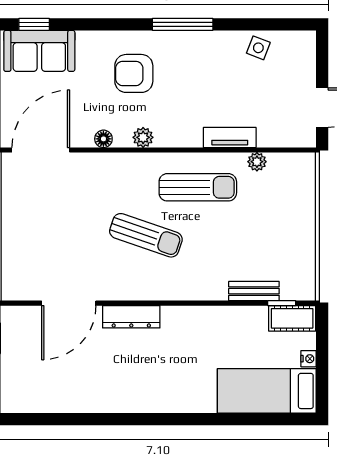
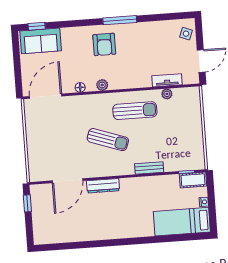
side table: (258, 48) -> (186, 34), moved
armchair: (134, 73) -> (104, 44), moved, turned -90
tv unit: (230, 138) -> (167, 80), moved
bench: (254, 291) -> (149, 168), moved

